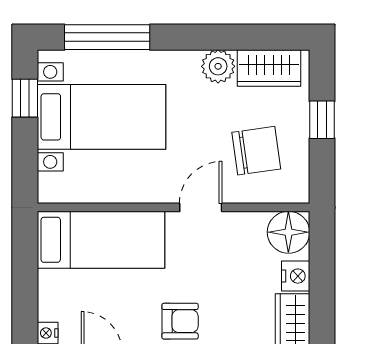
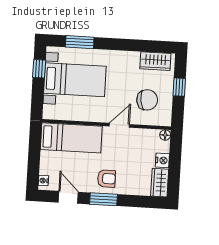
window: (107, 37) -> (80, 42), width x0.69
plant: (218, 66) -> (131, 59), removed
floor lamp: (288, 232) -> (165, 135), width x0.53, depth x0.53

